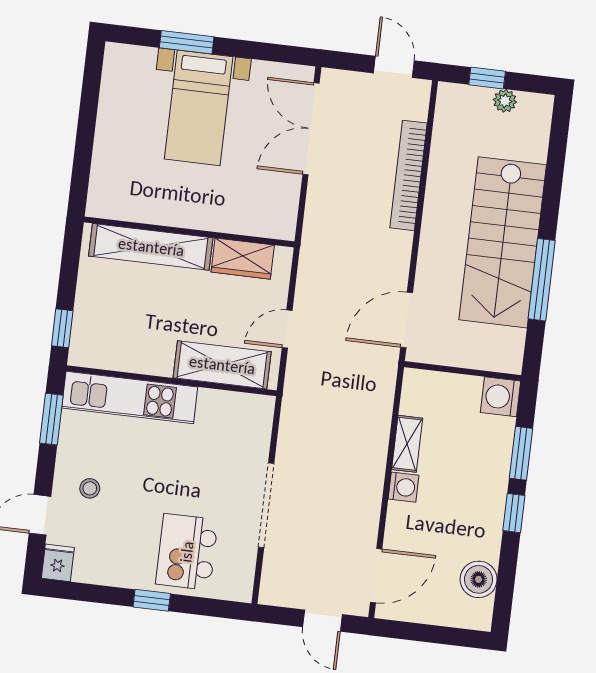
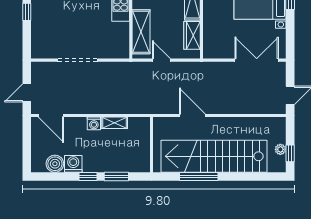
window: (487, 78) -> (290, 153), moved
bookcase: (408, 175) -> (240, 108), removed
stairs: (503, 242) -> (214, 156), width x1.36
door: (407, 320) -> (192, 116), moved
washing machine: (501, 397) -> (73, 164), moved
kitchen island: (187, 552) -> (52, 26), removed

